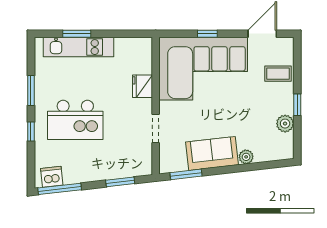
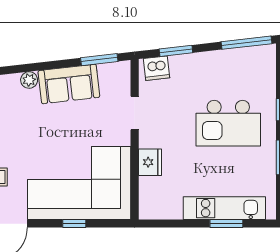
kitchen island: (75, 120) -> (228, 123), turned 180
dishwasher: (52, 177) -> (157, 68), moved

